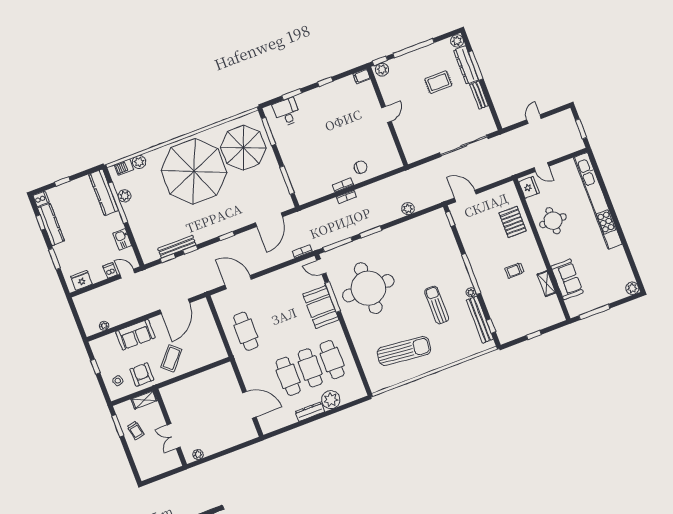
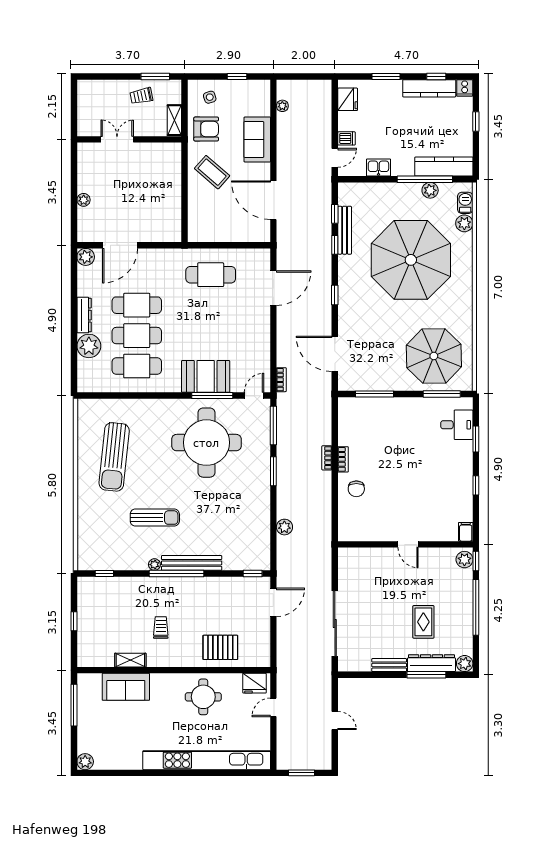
parasol: (194, 171) -> (411, 260), moved
bench: (480, 320) -> (192, 563), moved
plant: (267, 426) -> (86, 257), added
plant: (198, 455) -> (84, 200), moved

